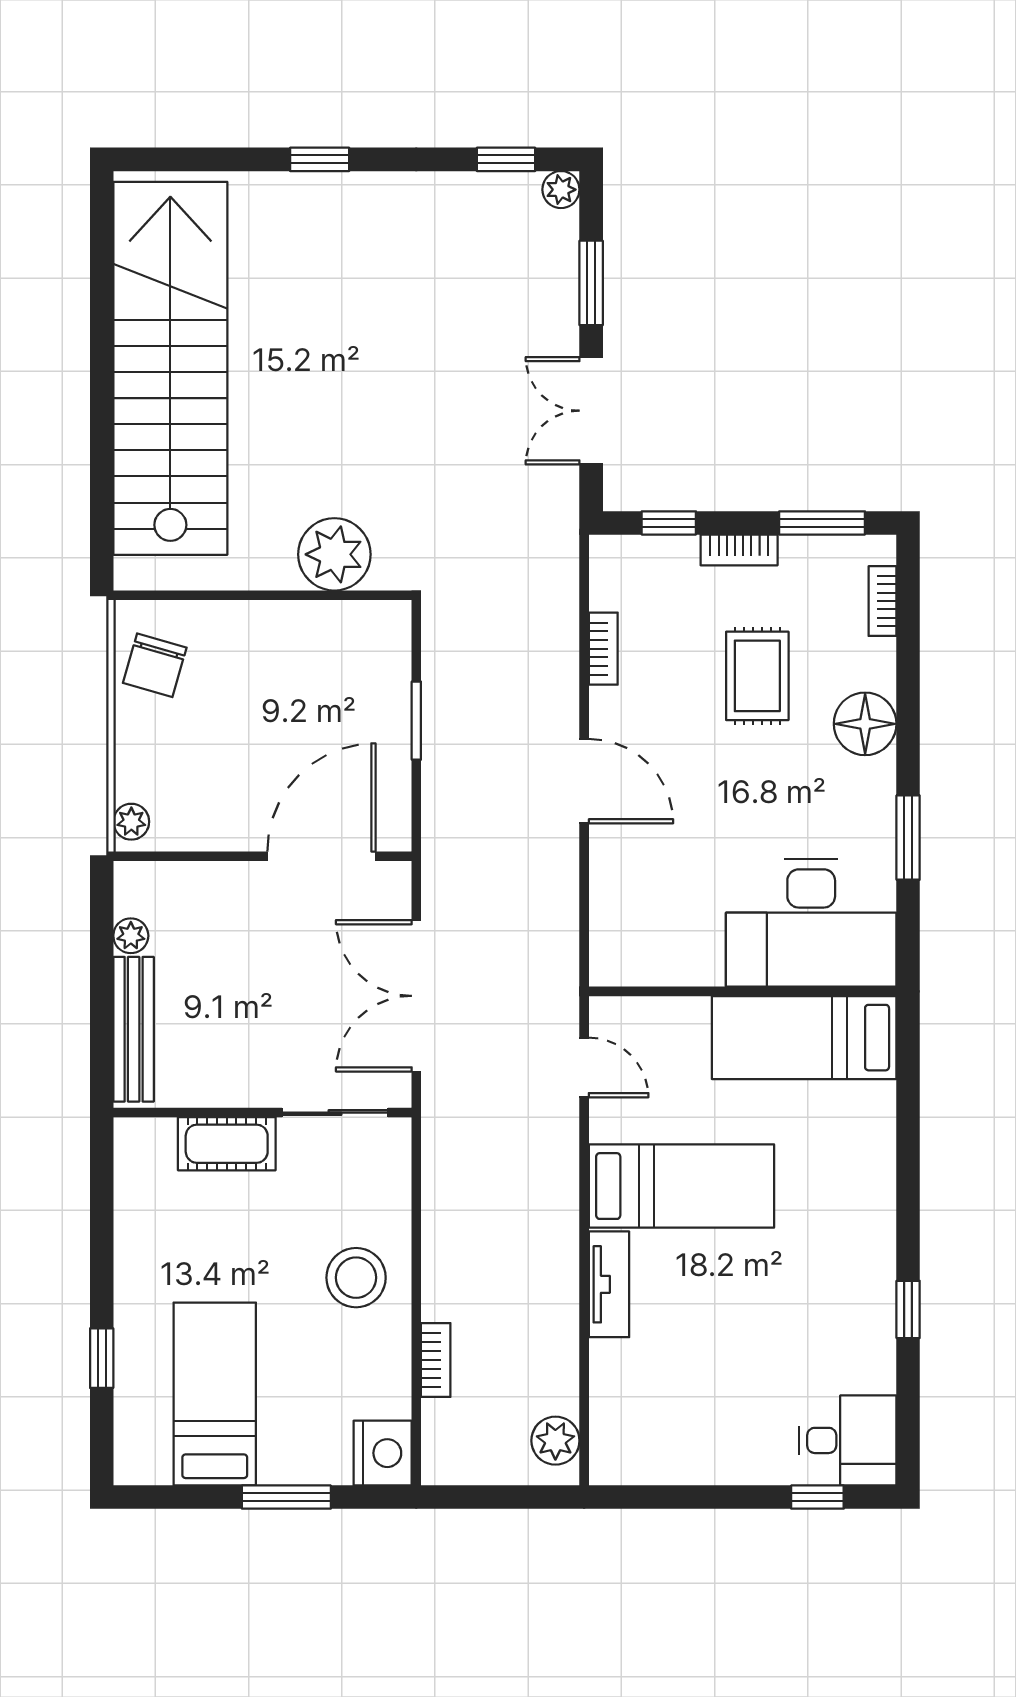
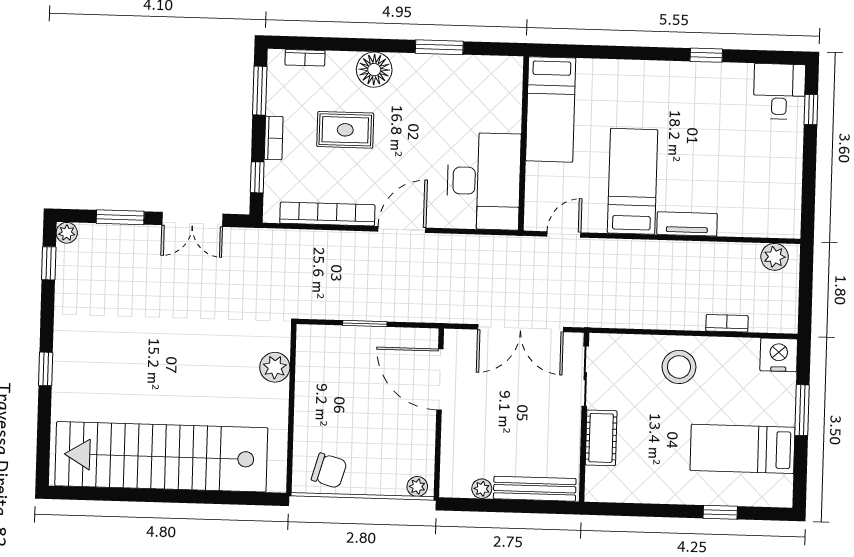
plant: (334, 554) -> (275, 367), width x0.73, depth x0.73
bookcase: (603, 649) -> (327, 214), width x2.31, depth x1.31
desk: (811, 923) -> (484, 181), moved

